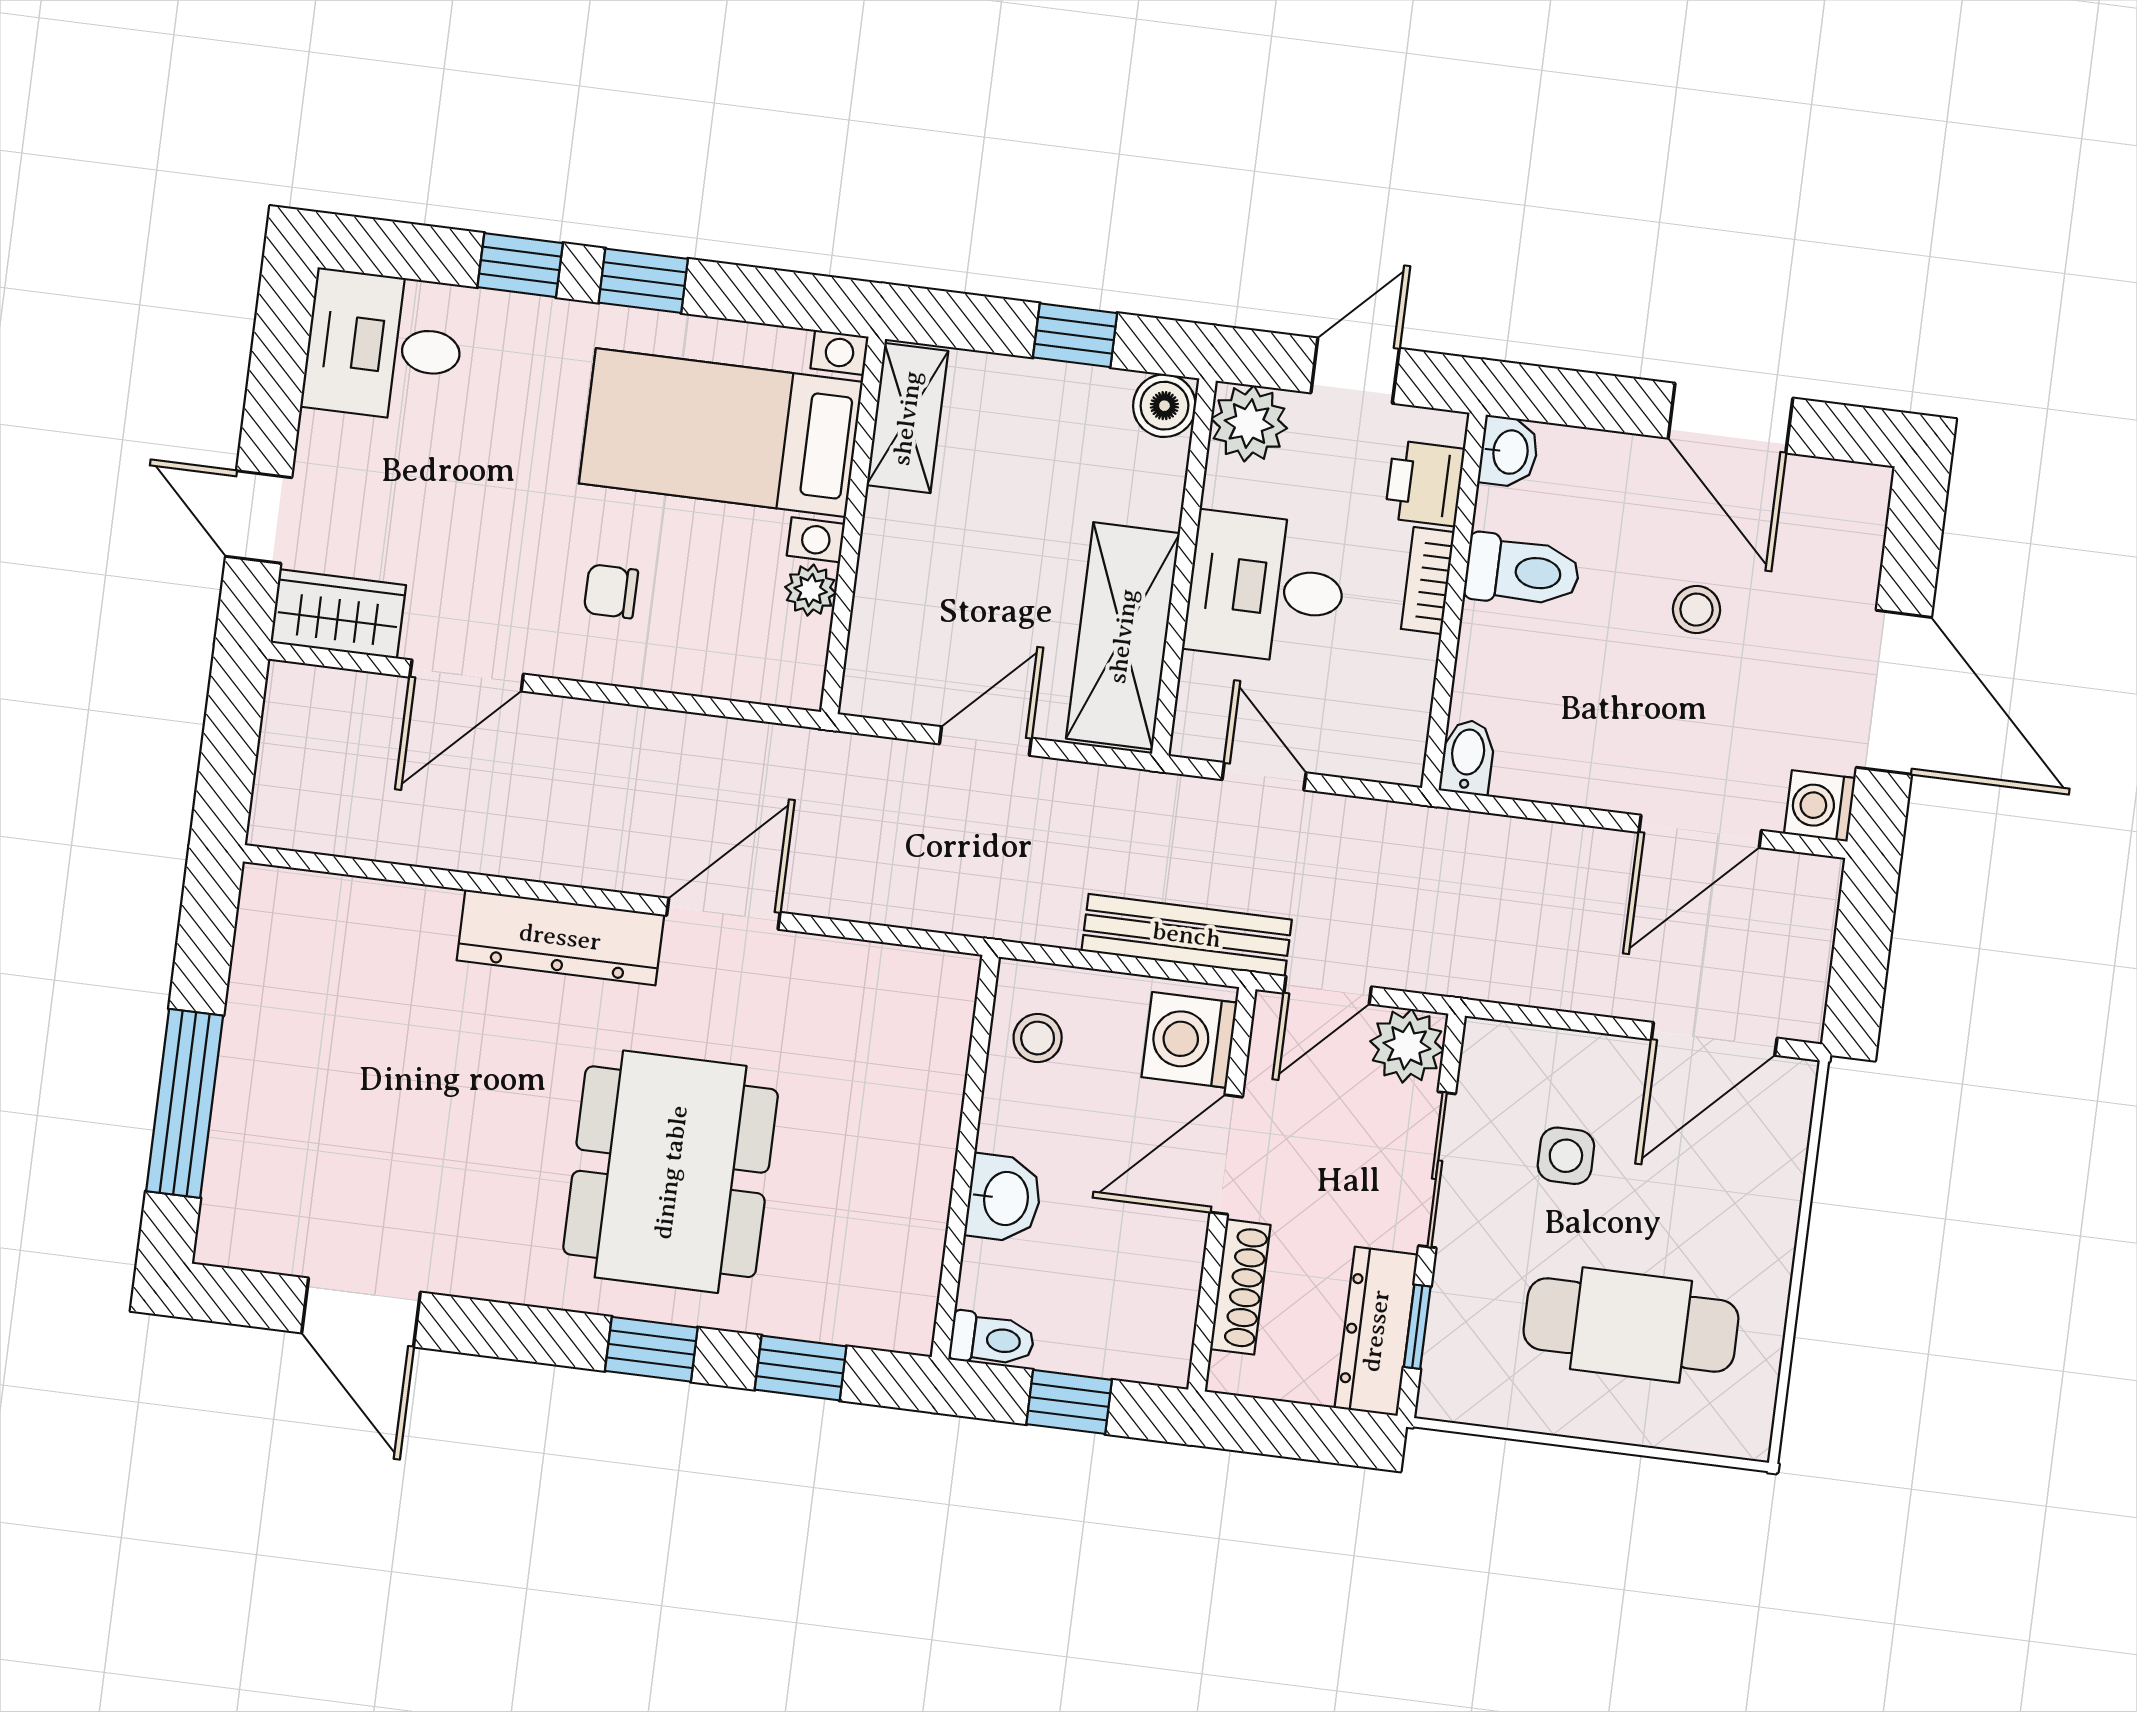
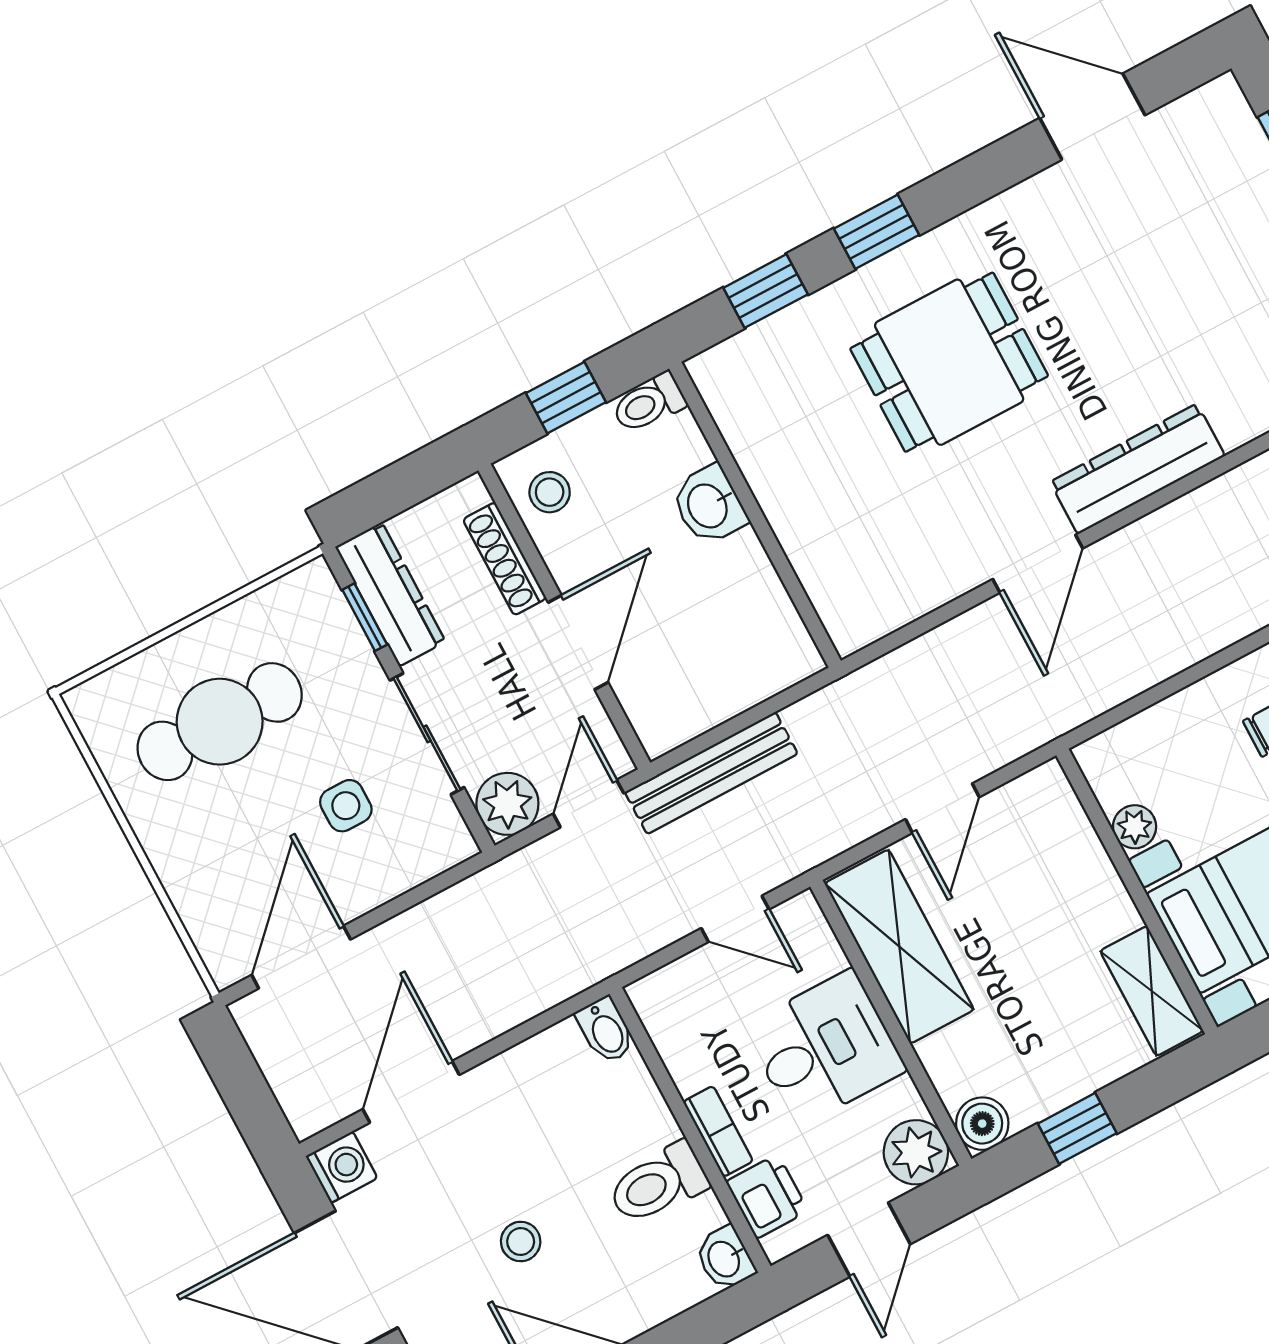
stool: (1038, 1038) -> (550, 492), moved
washing machine: (1189, 1040) -> (659, 703), removed
dining table: (671, 1172) -> (949, 362), width x0.73

